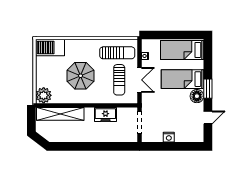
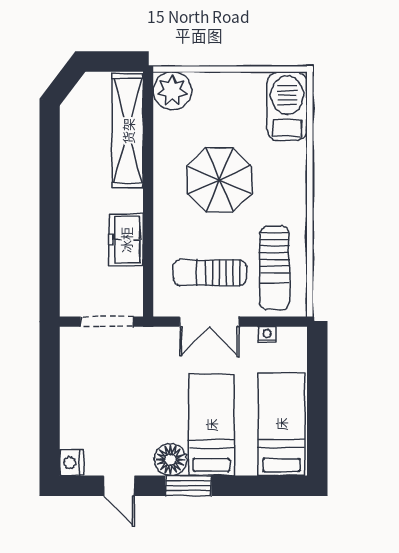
nightstand: (169, 137) -> (72, 463), moved

